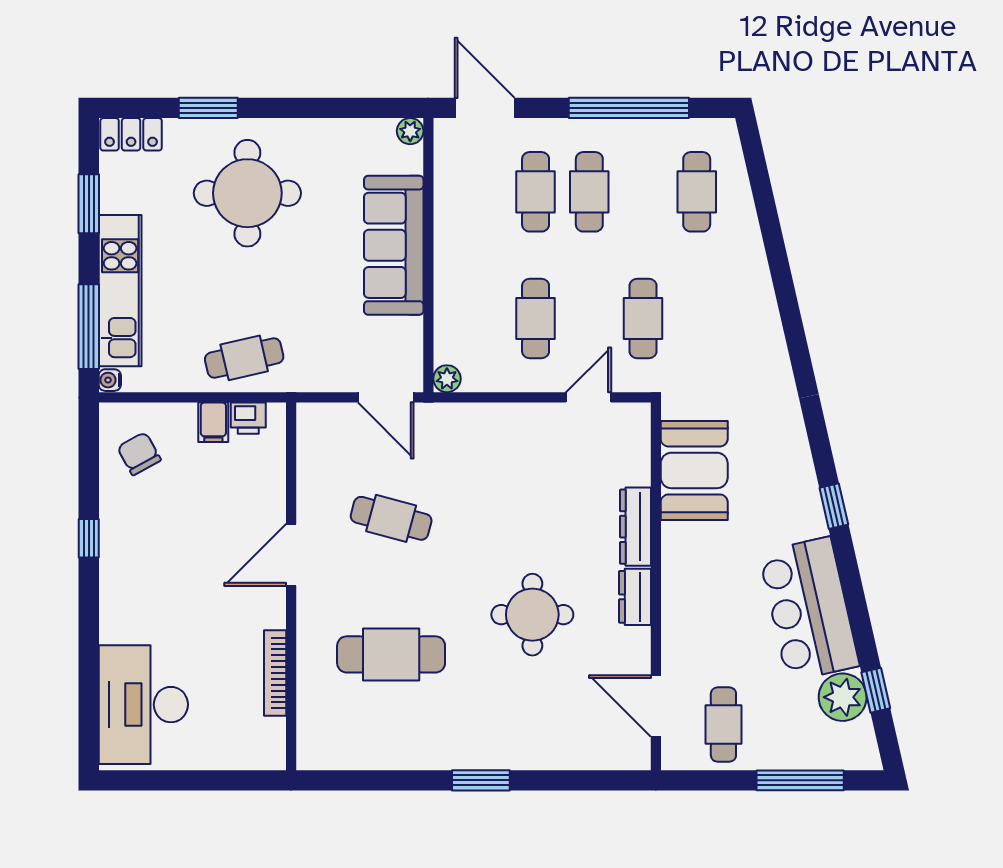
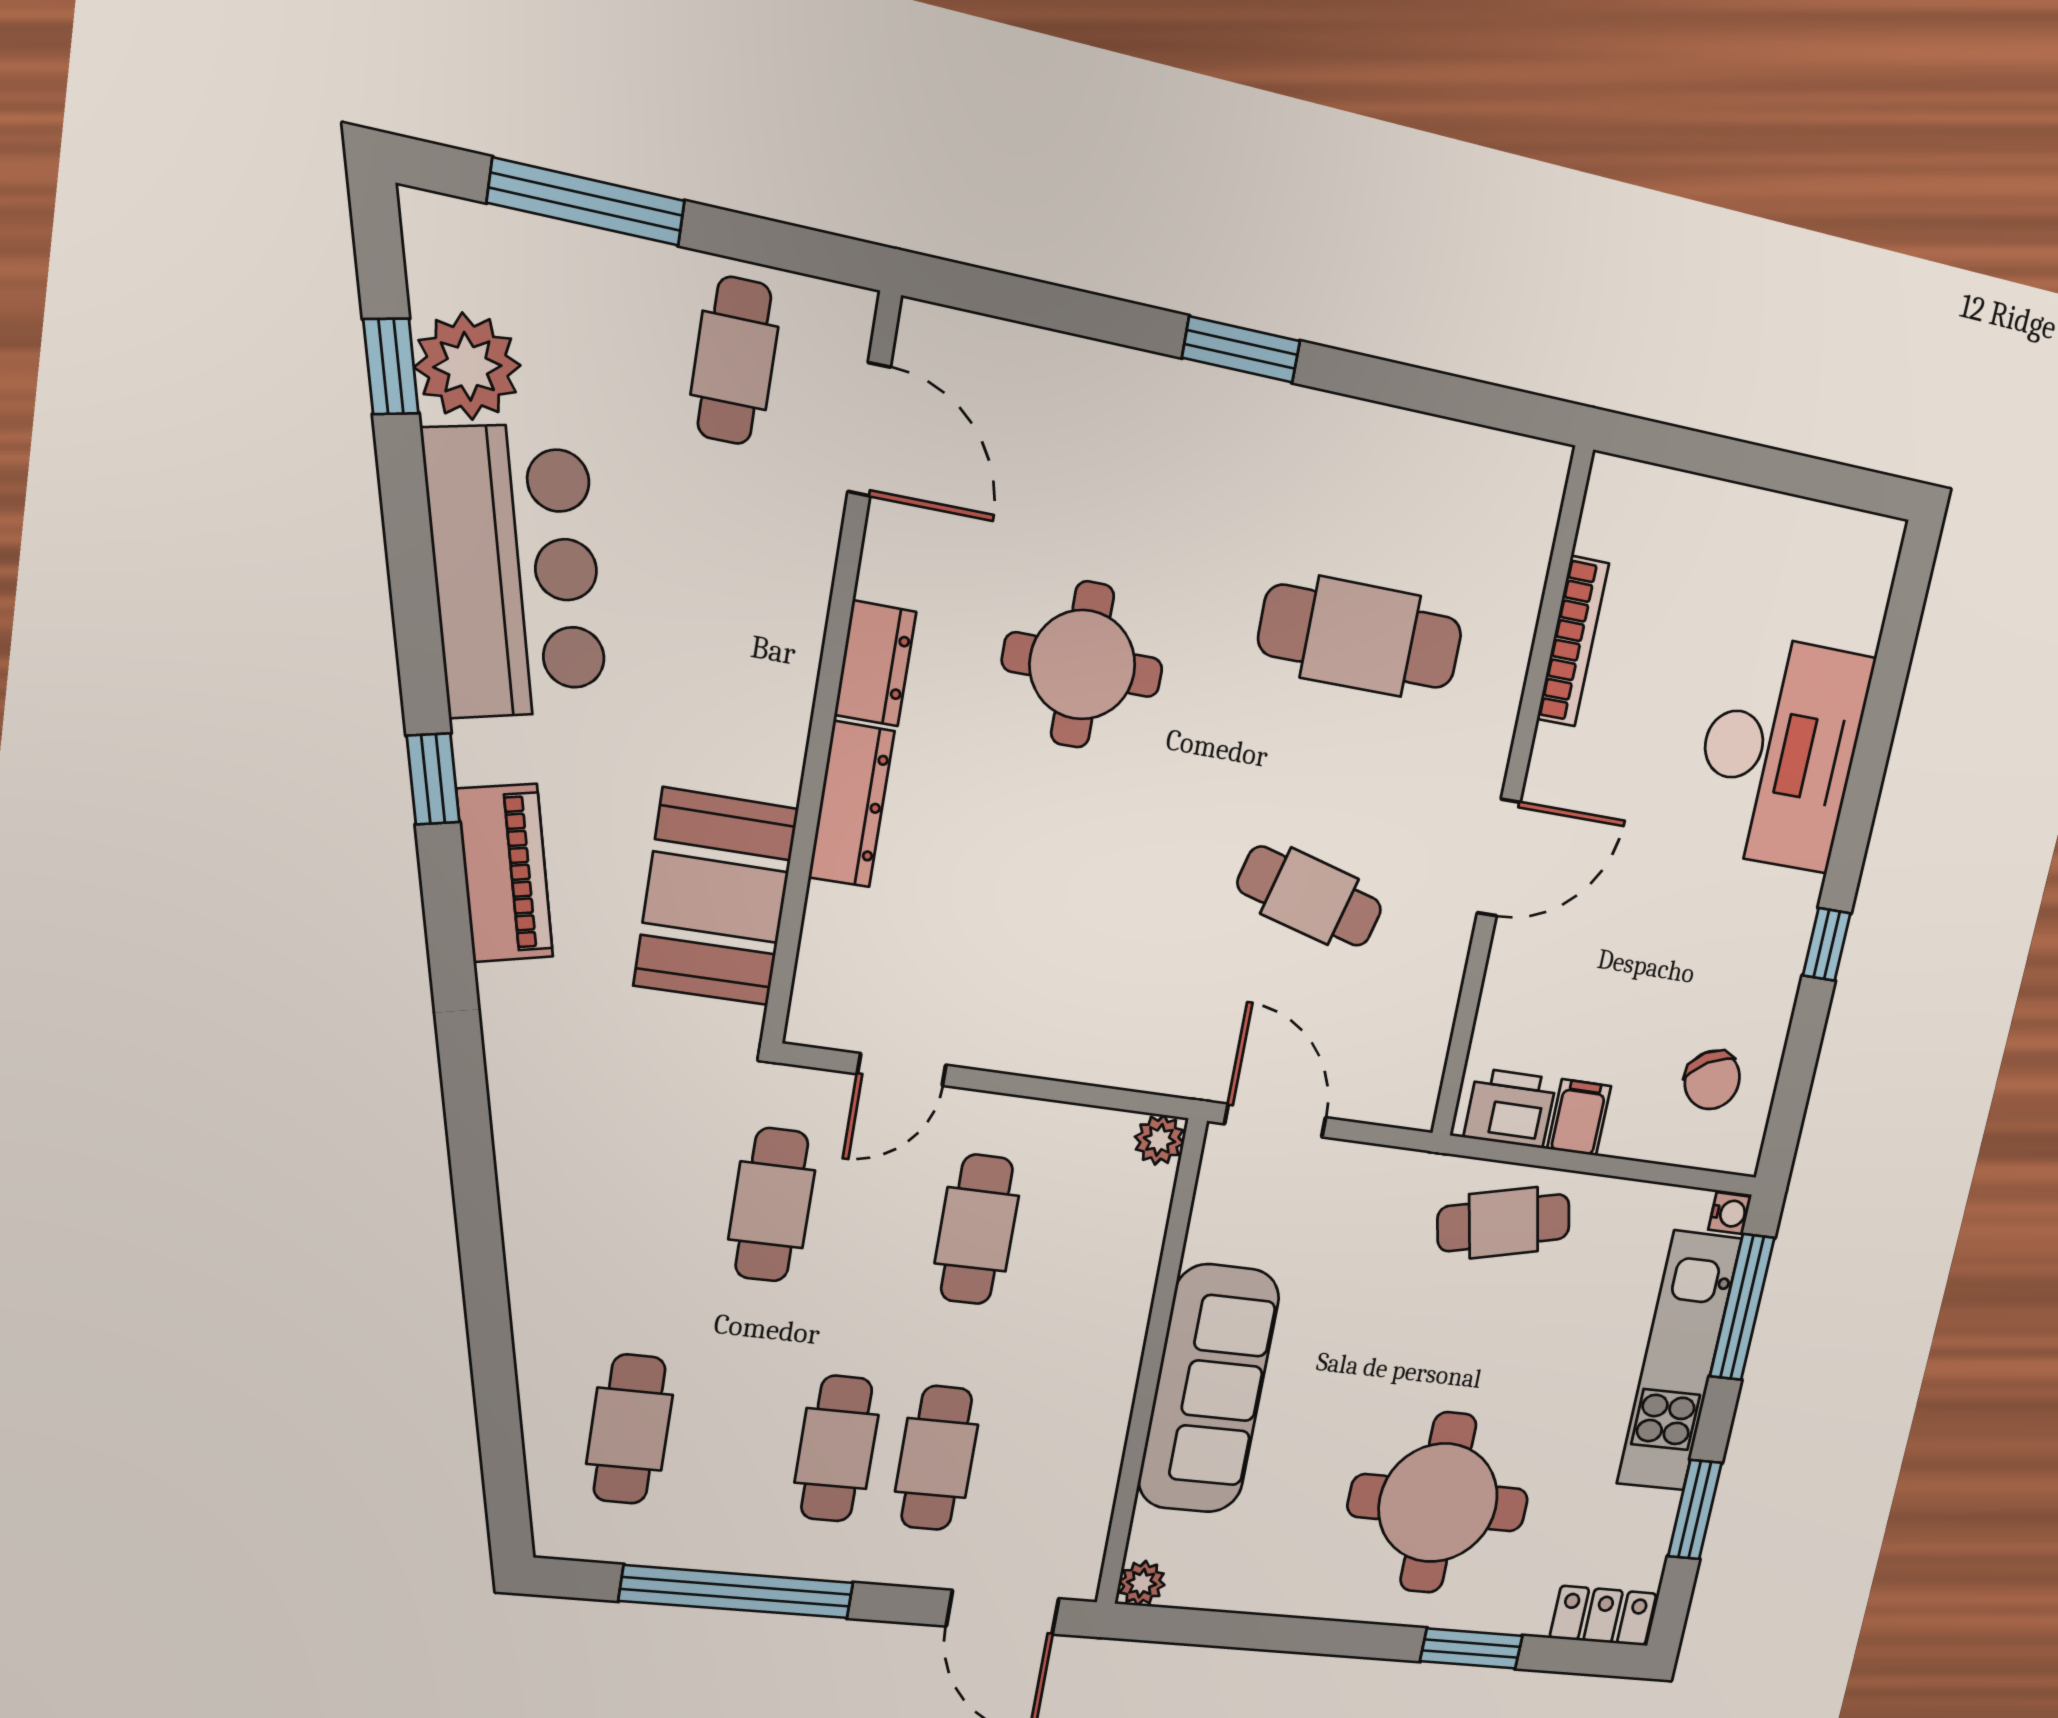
printer: (248, 418) -> (1510, 1108), width x1.36, depth x1.24
piano: (795, 467) -> (505, 873), added
desk: (143, 705) -> (1779, 753), moved

